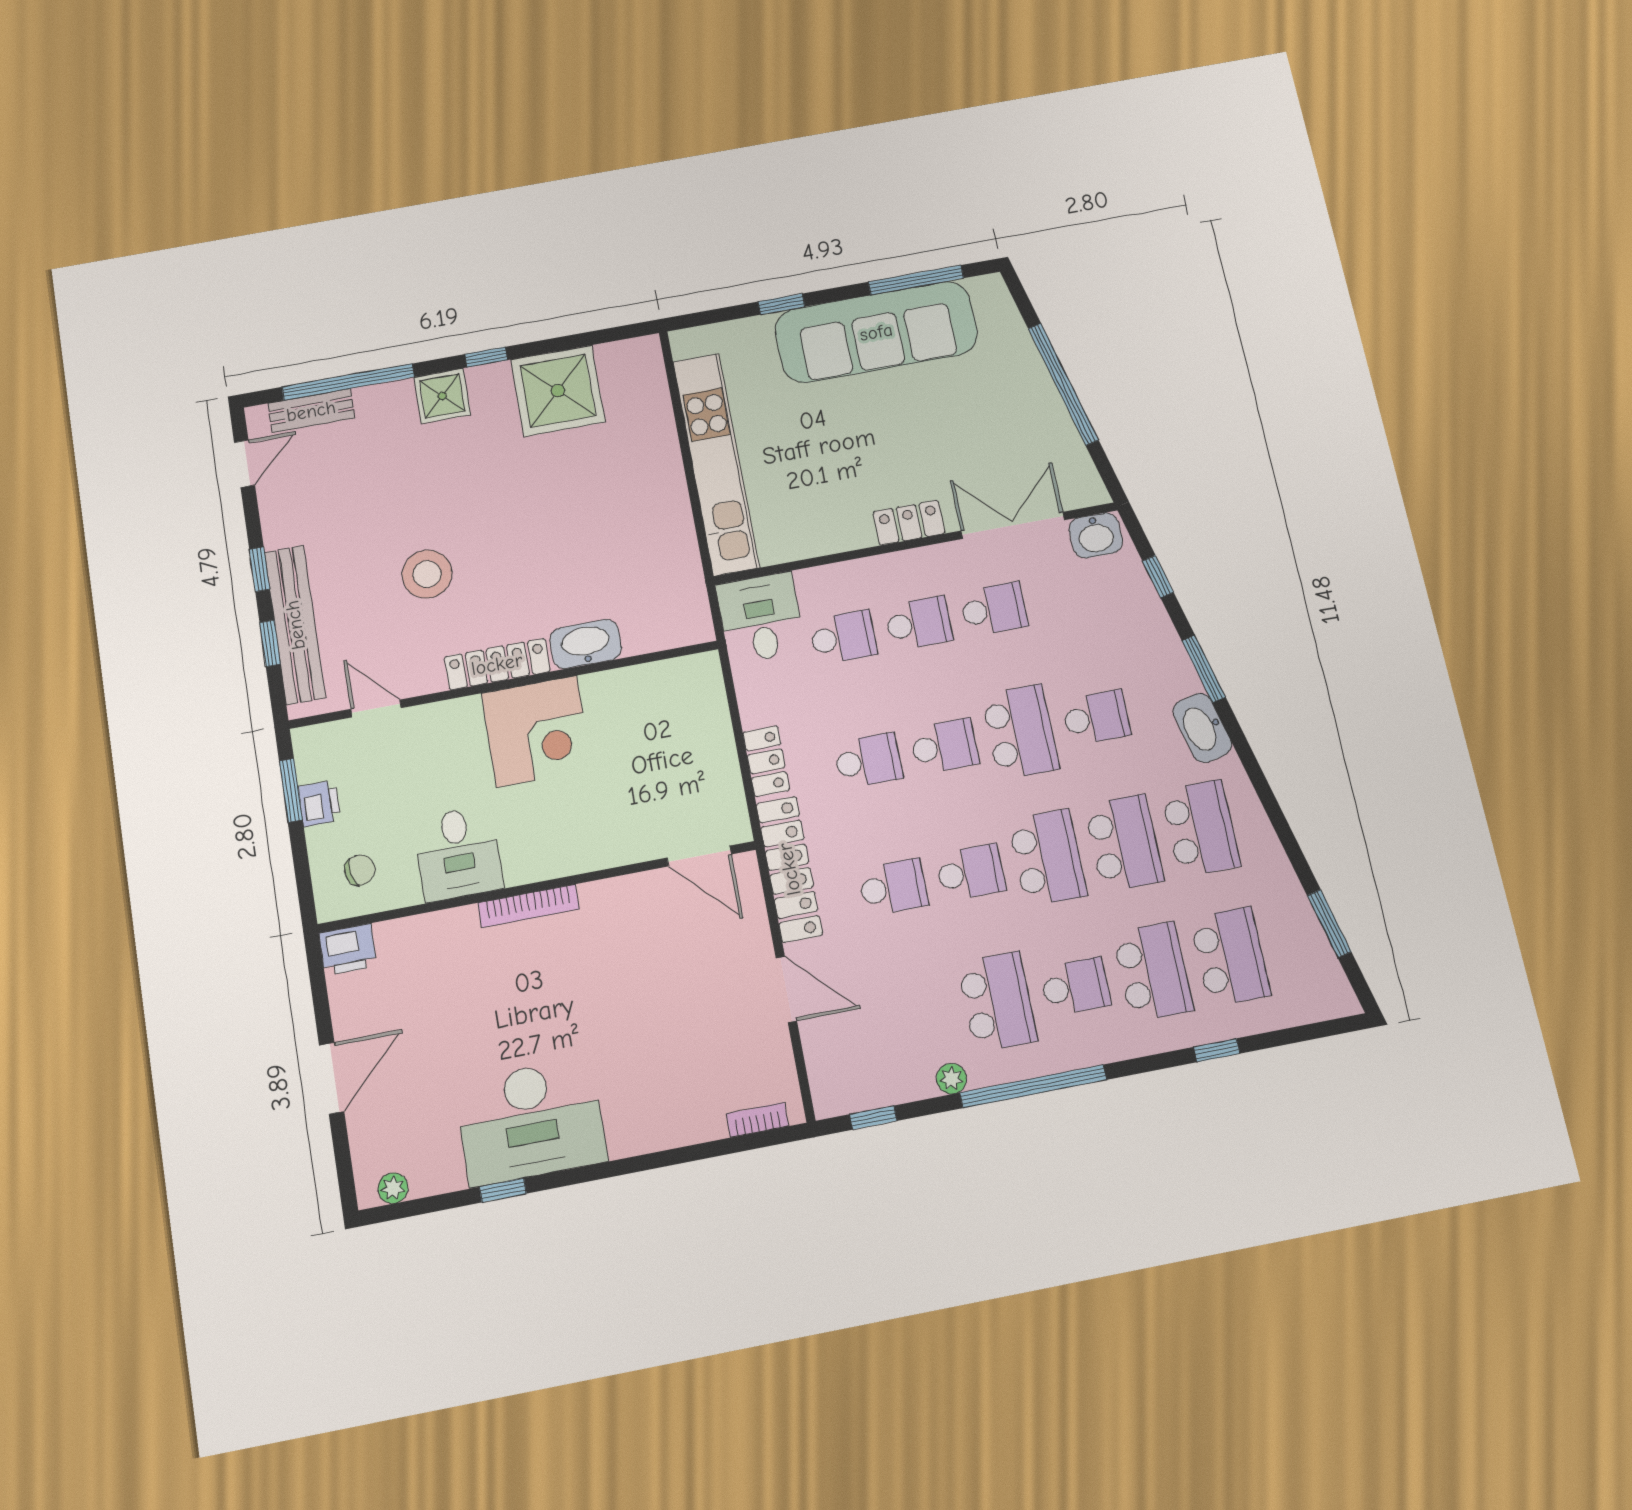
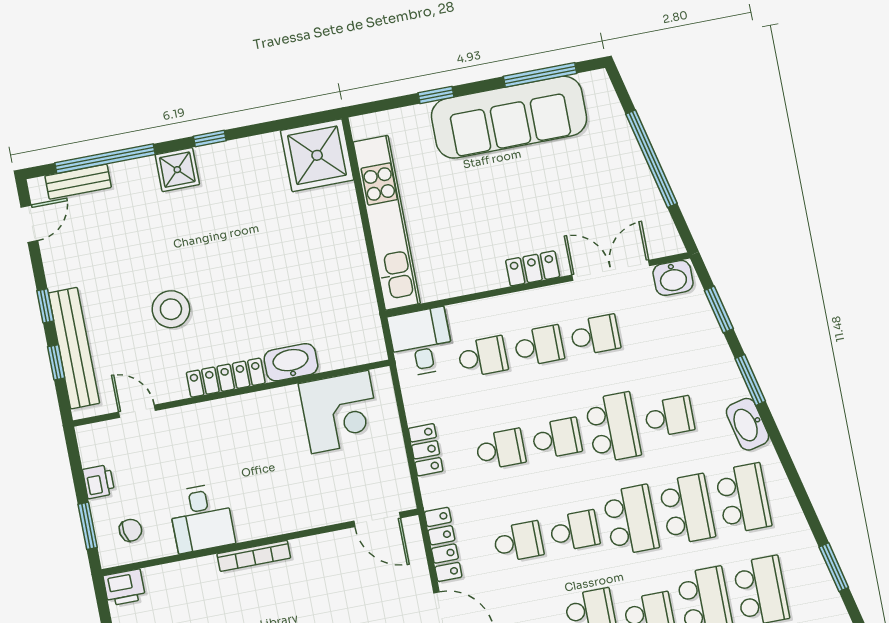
shower: (558, 391) -> (317, 155), moved
window: (1158, 576) -> (719, 310), width x1.50
corner desk: (537, 731) -> (340, 412), moved
window: (291, 790) -> (88, 526), moved
locker: (789, 869) -> (443, 544), width x0.71, depth x0.83

